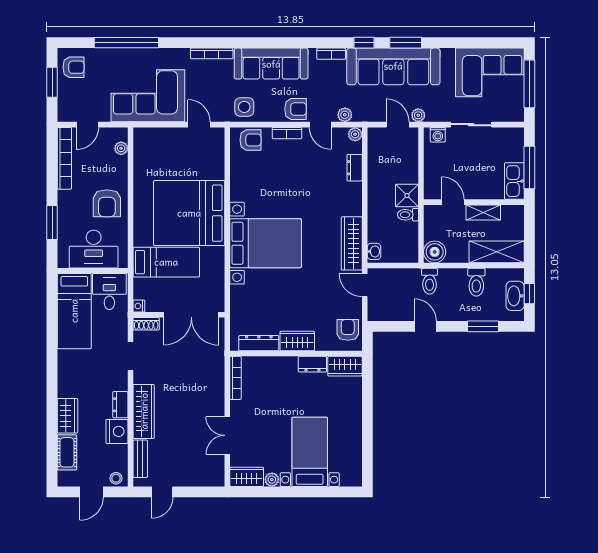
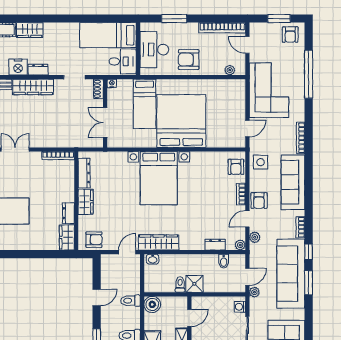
bidet: (377, 156) -> (224, 261), added
double door: (191, 315) -> (105, 123), width x0.73

